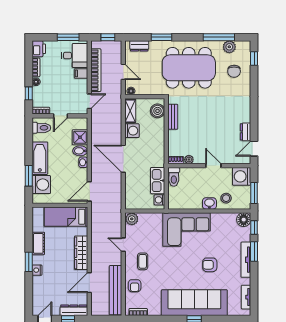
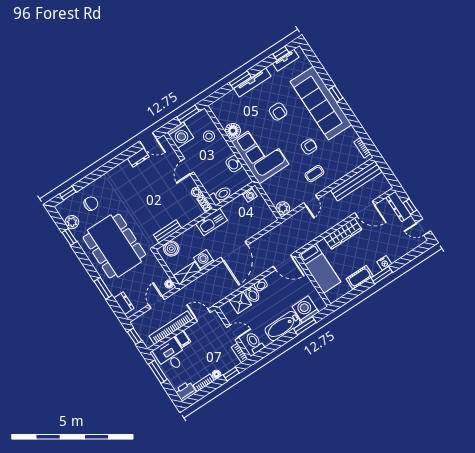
window: (219, 37) -> (69, 237), width x0.46
kitchen sink: (158, 181) -> (212, 222), moved
washbasin: (209, 203) -> (234, 164), moved
floor lamp: (244, 220) -> (233, 131), moved
window: (254, 228) -> (281, 53), moved
armchair: (135, 286) -> (309, 147), moved

